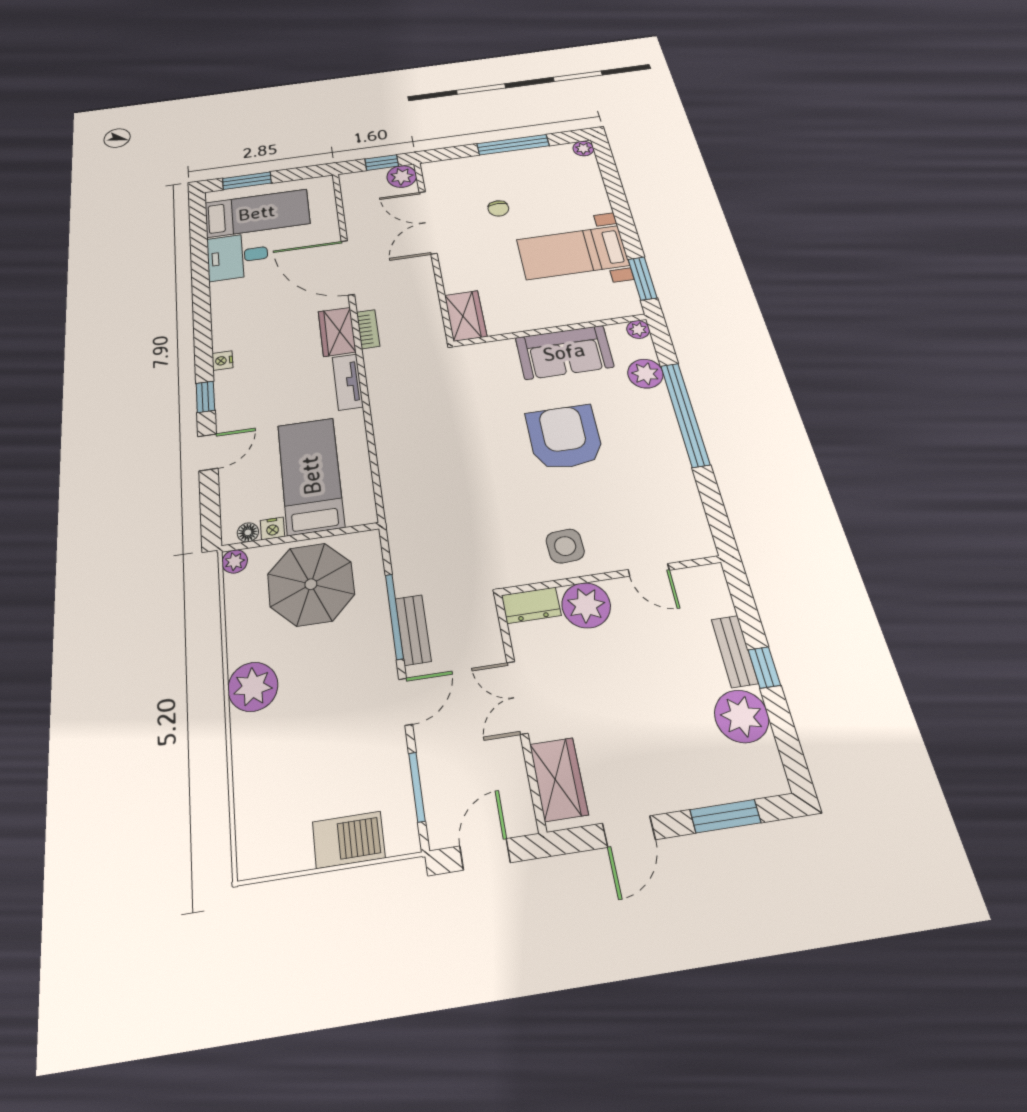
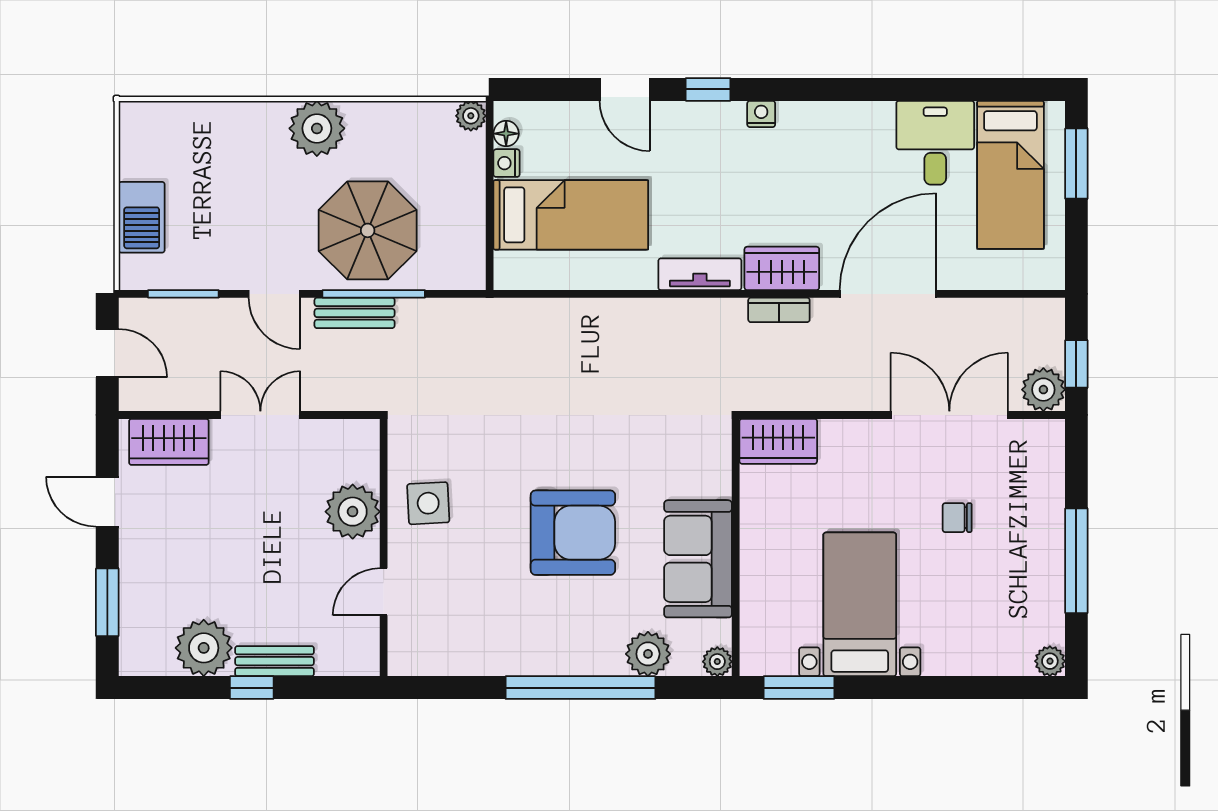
parasol: (311, 584) -> (368, 230), moved
dresser: (531, 605) -> (362, 450), removed

